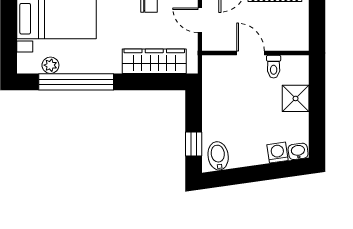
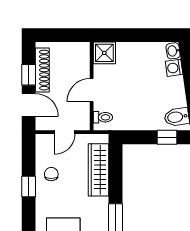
toilet: (274, 67) -> (103, 117), moved
shower: (296, 98) -> (104, 53), moved

